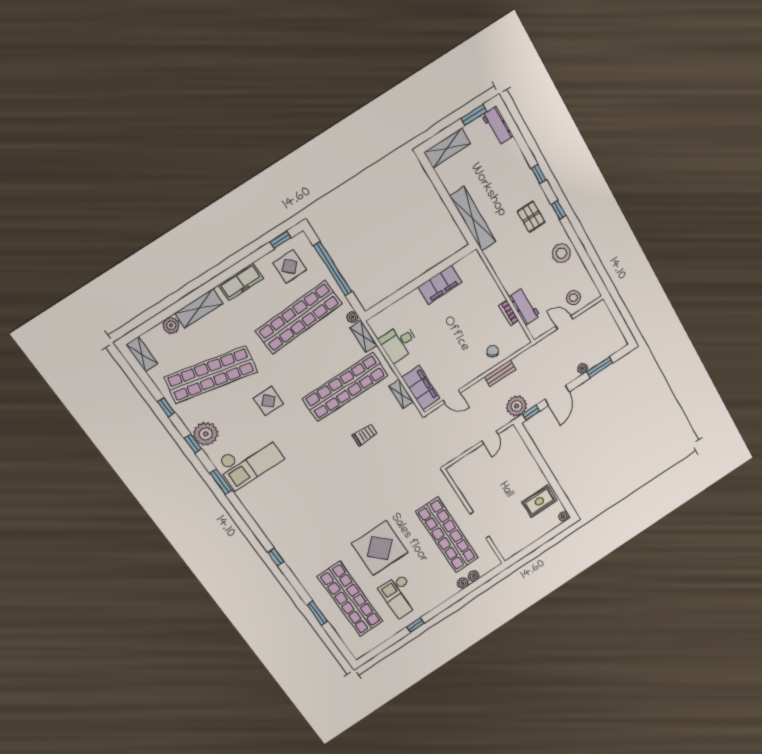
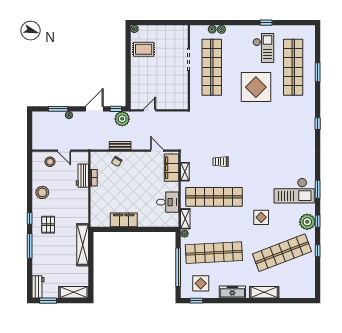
window: (539, 174) -> (30, 246), width x2.17
plant: (171, 325) -> (285, 293), removed
shelving: (142, 354) -> (310, 287), removed
shop shelf: (211, 375) -> (282, 253), turned -33
checkout: (250, 461) -> (294, 191), turned 180

